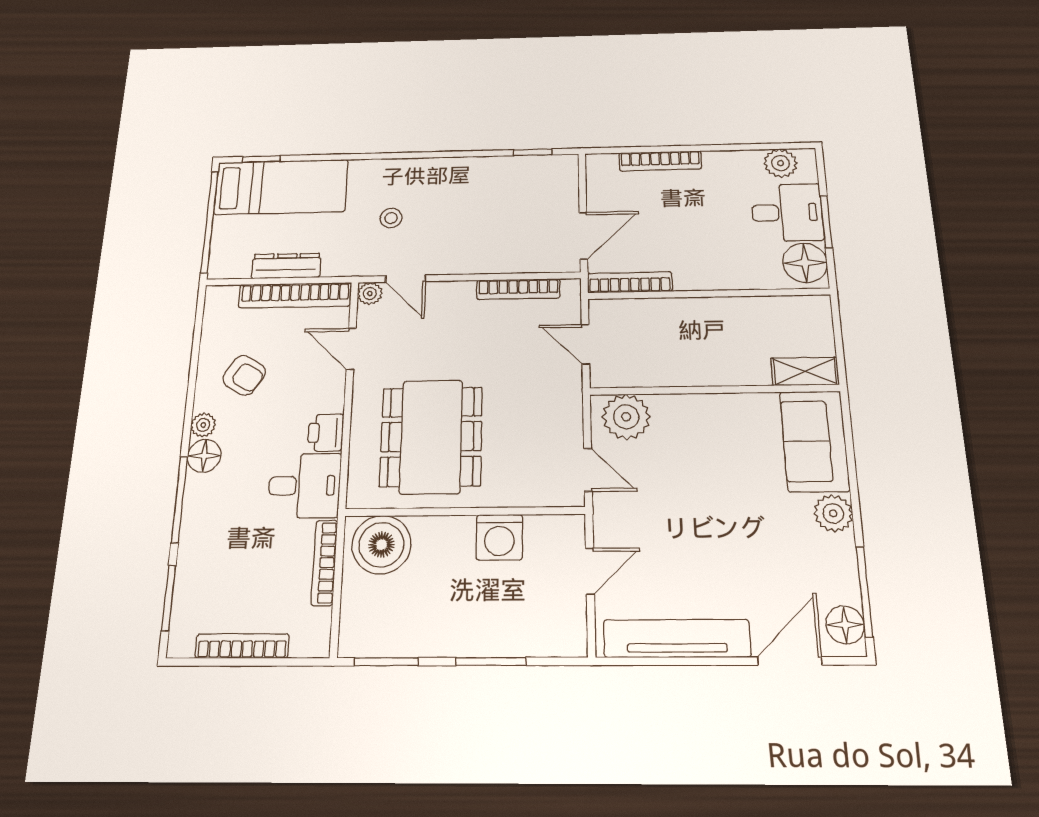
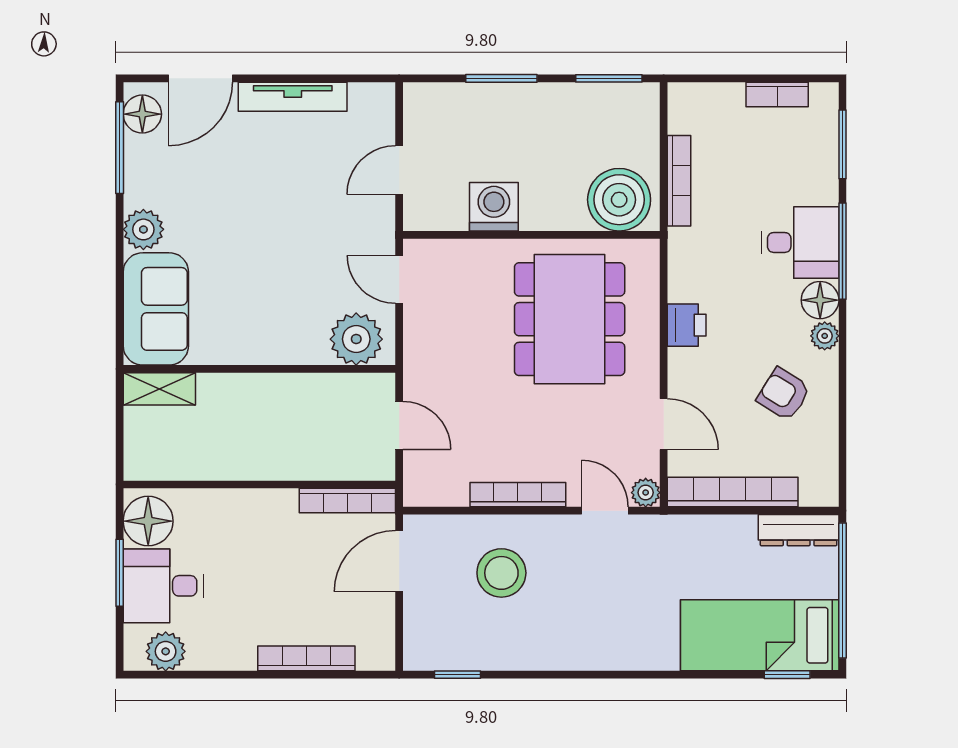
stool: (391, 218) -> (501, 573), moved, width x1.89, depth x1.89
dresser: (286, 266) -> (799, 530), moved
bookcase: (518, 289) -> (518, 495), moved
desk: (305, 486) -> (800, 242), moved, turned 180
tv unit: (677, 638) -> (293, 97), width x0.73, depth x0.78
bookcase: (242, 646) -> (777, 94), width x0.64

